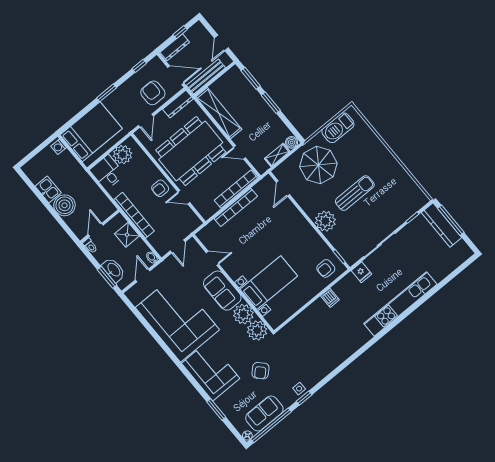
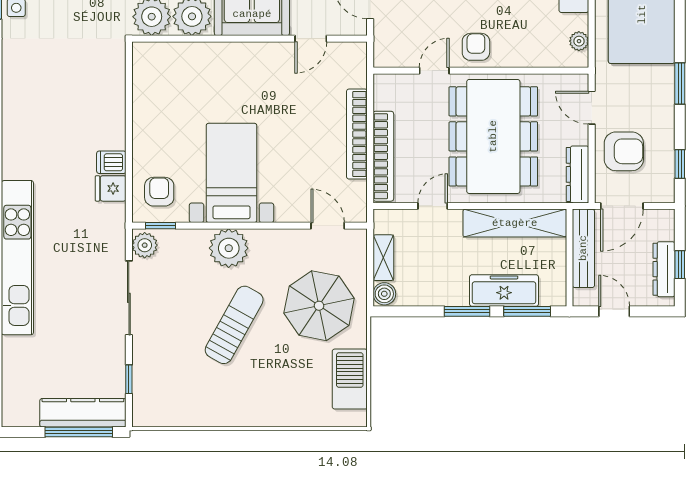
dresser: (175, 47) -> (664, 269), moved
freezer: (250, 95) -> (504, 290), added
plant: (123, 155) -> (579, 41), width x0.53, depth x0.53
sun lounger: (355, 193) -> (234, 325), turned -151
plant: (352, 256) -> (145, 245), added
fridge: (362, 272) -> (111, 188), moved
bed with nightstands: (269, 283) -> (232, 173), moved, turned 180

